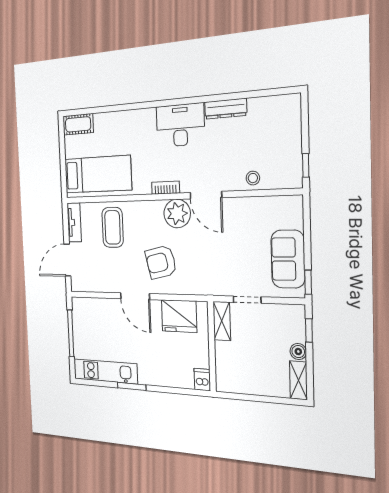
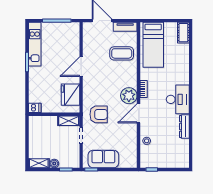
armchair: (161, 262) -> (99, 114), moved, turned 103

